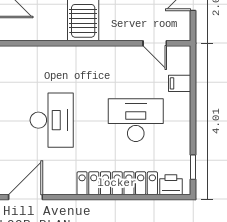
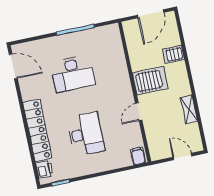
door: (155, 43) -> (139, 112), moved
filing cabinet: (180, 83) -> (138, 156), moved

